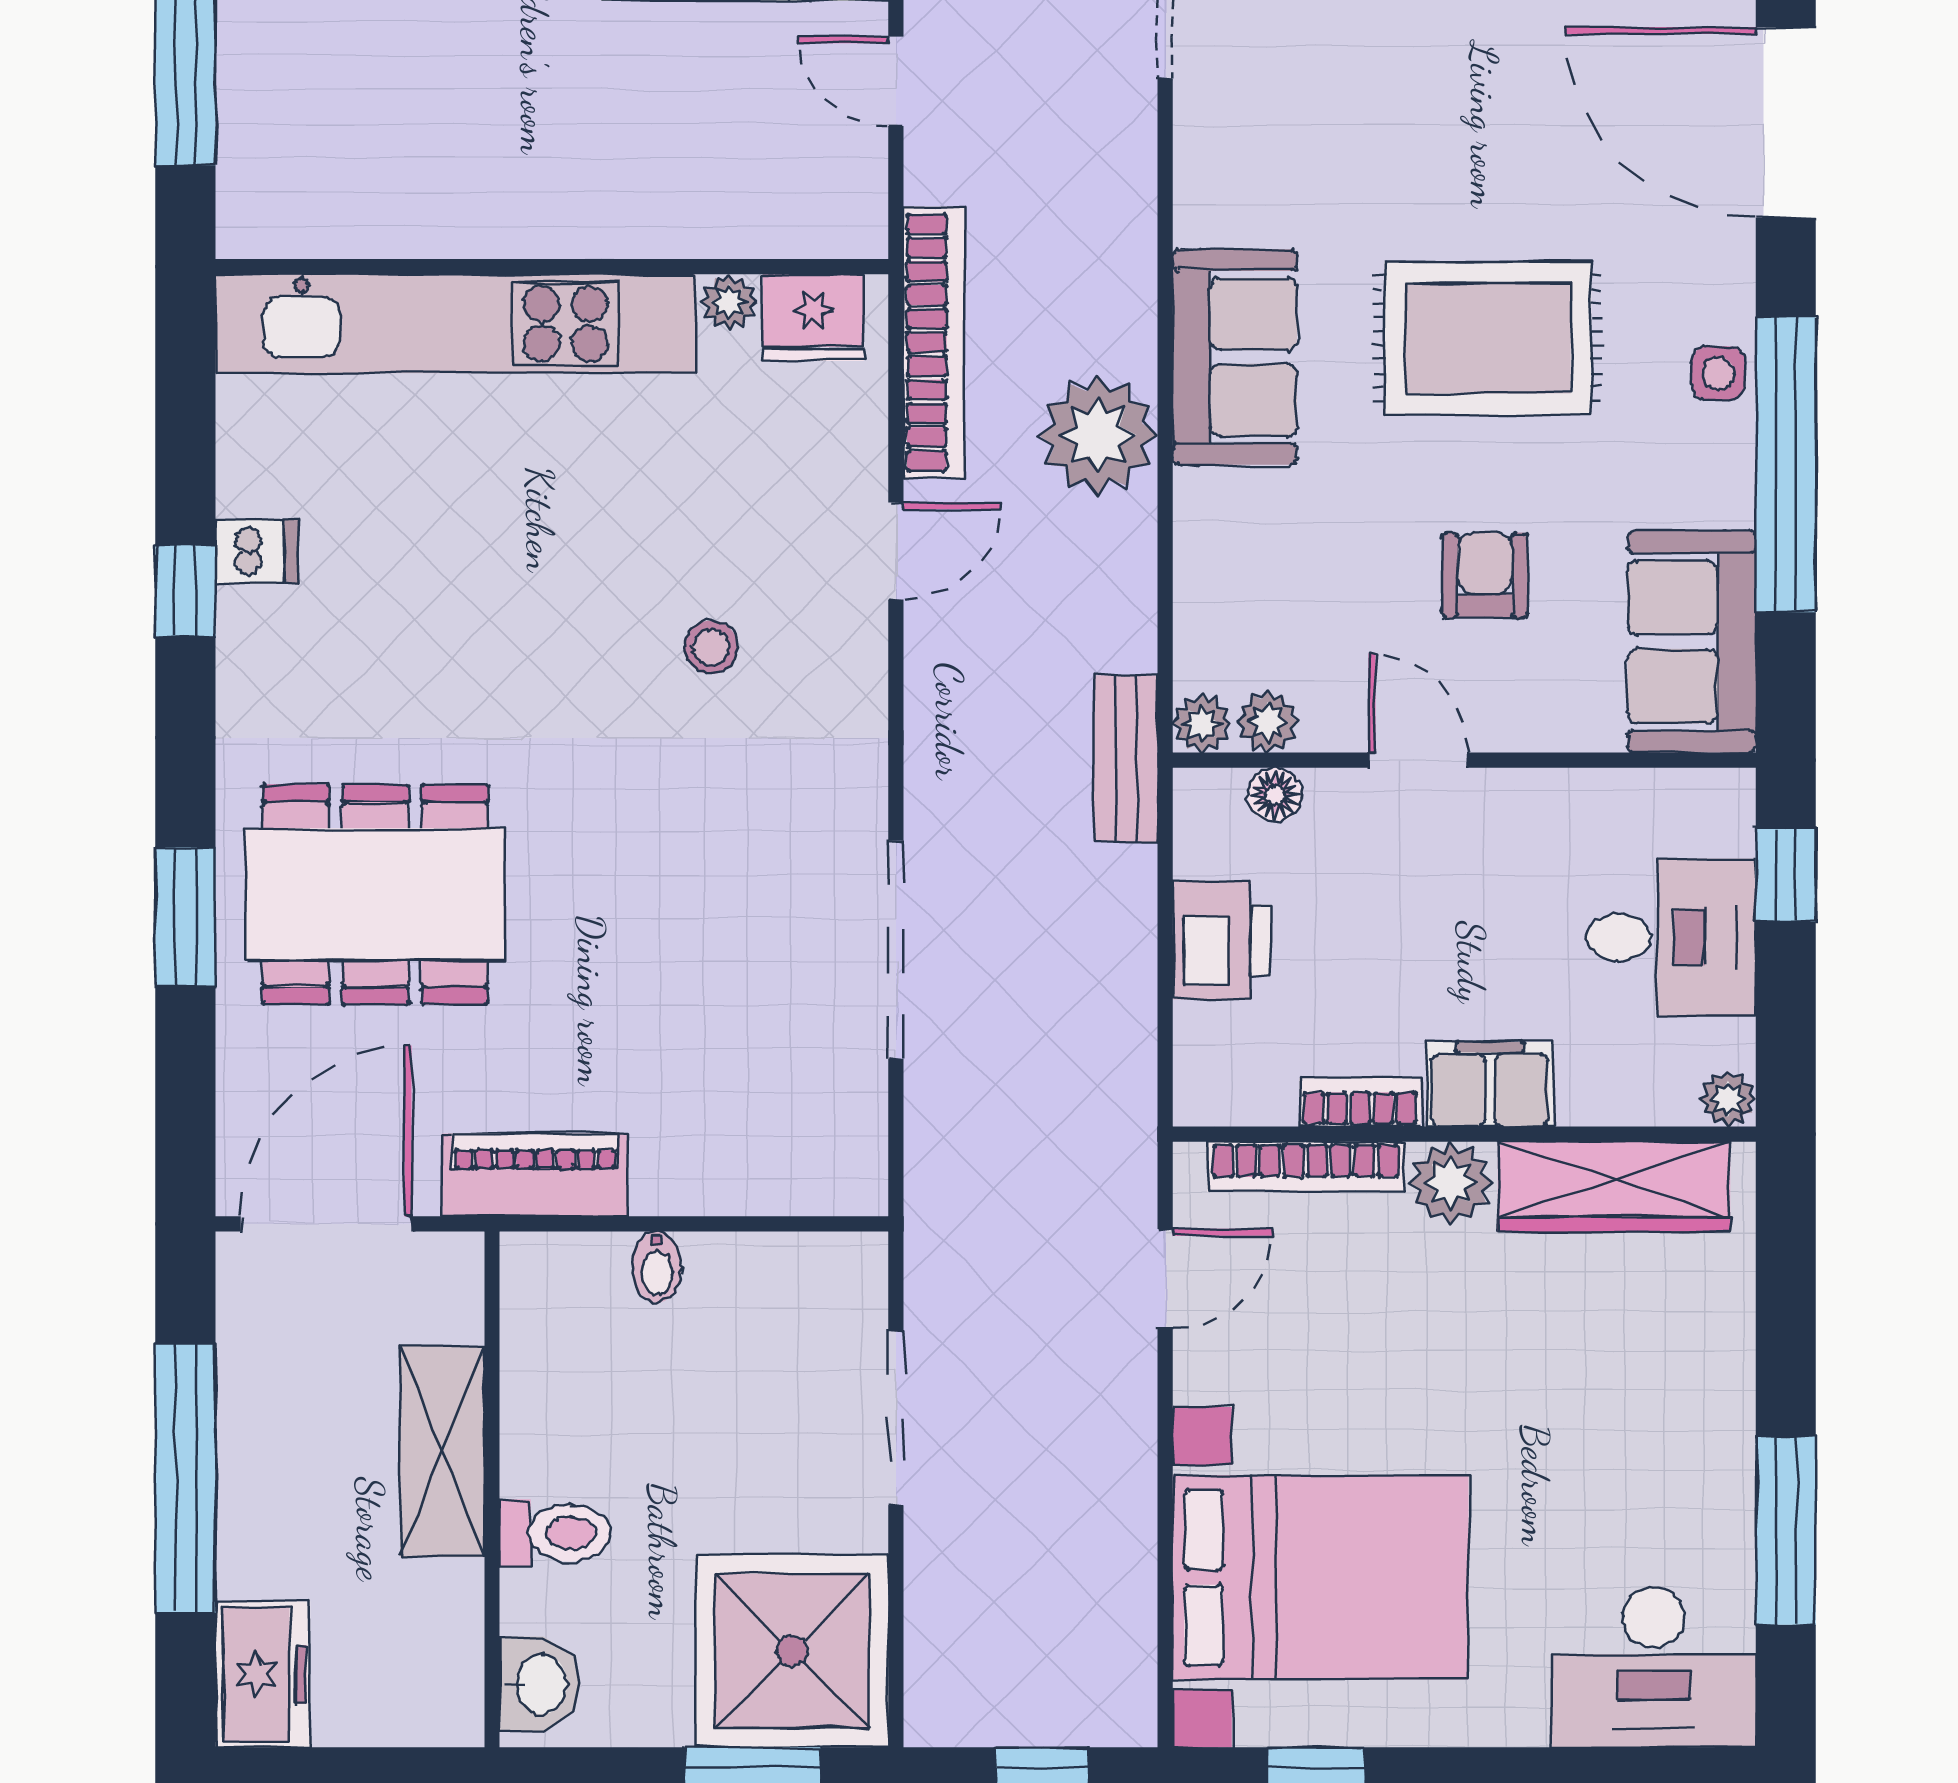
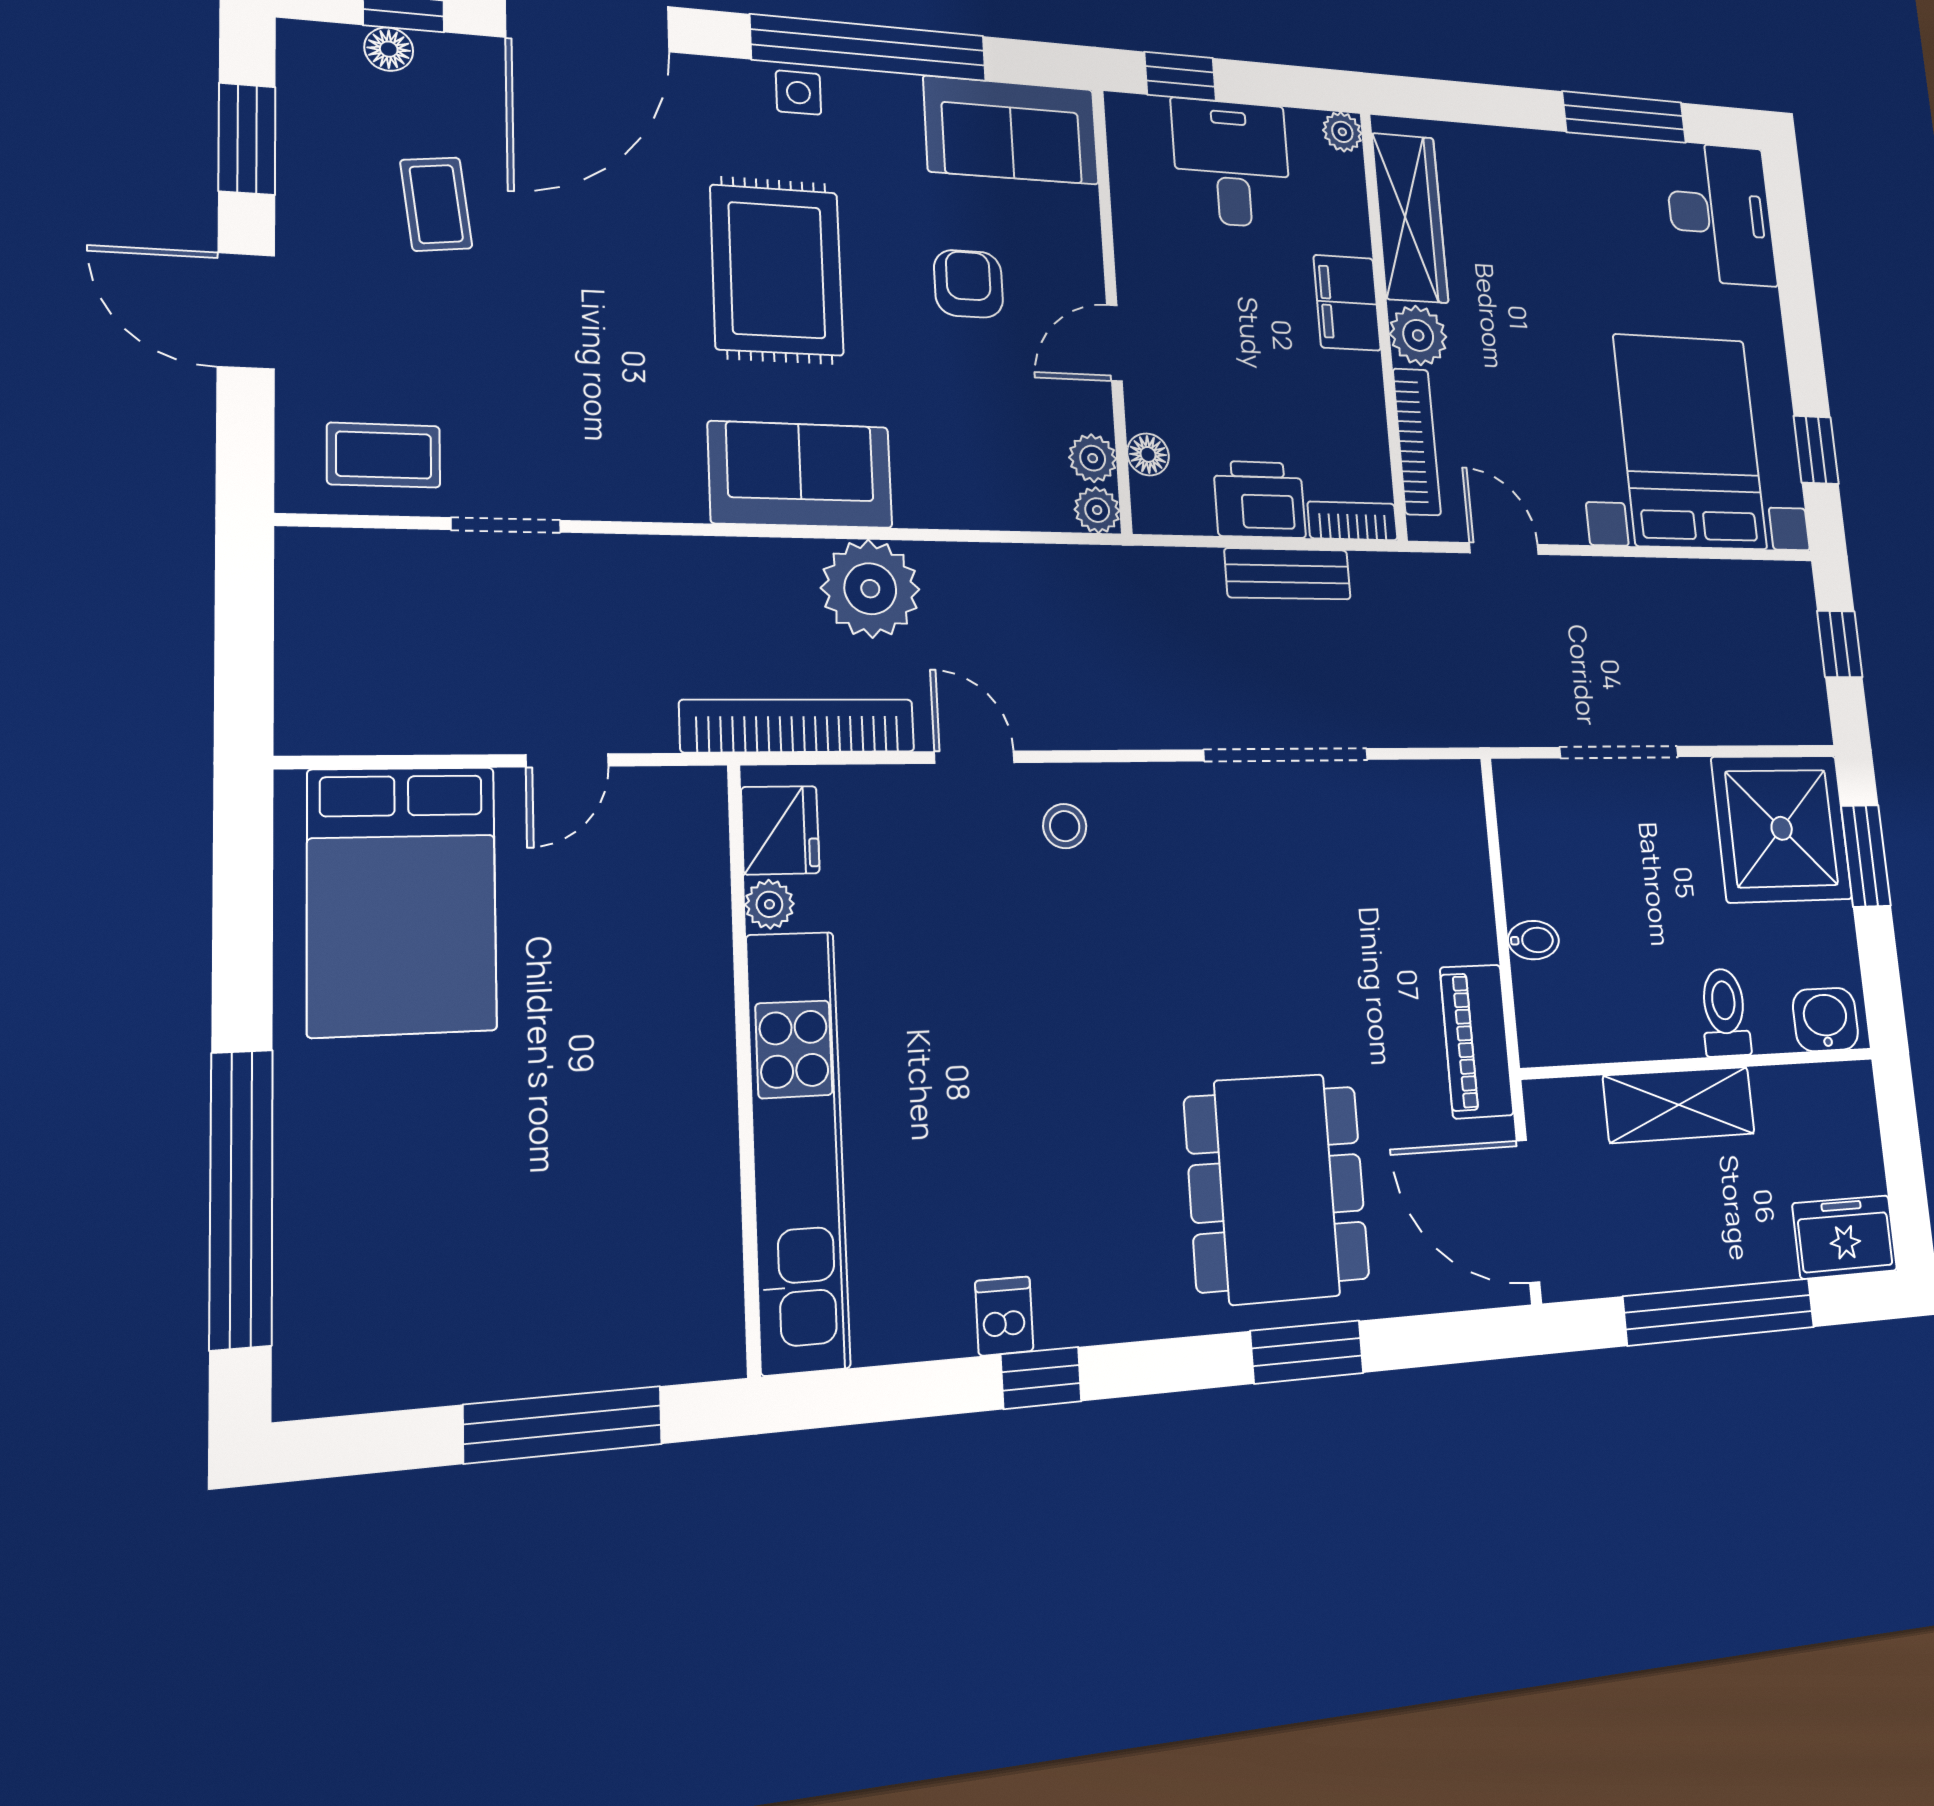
armchair: (1485, 575) -> (969, 284), turned 90
stool: (711, 647) -> (1065, 826), moved
bench: (1126, 759) -> (1288, 574), moved
bookcase: (1360, 1102) -> (1353, 521), moved, turned 90

